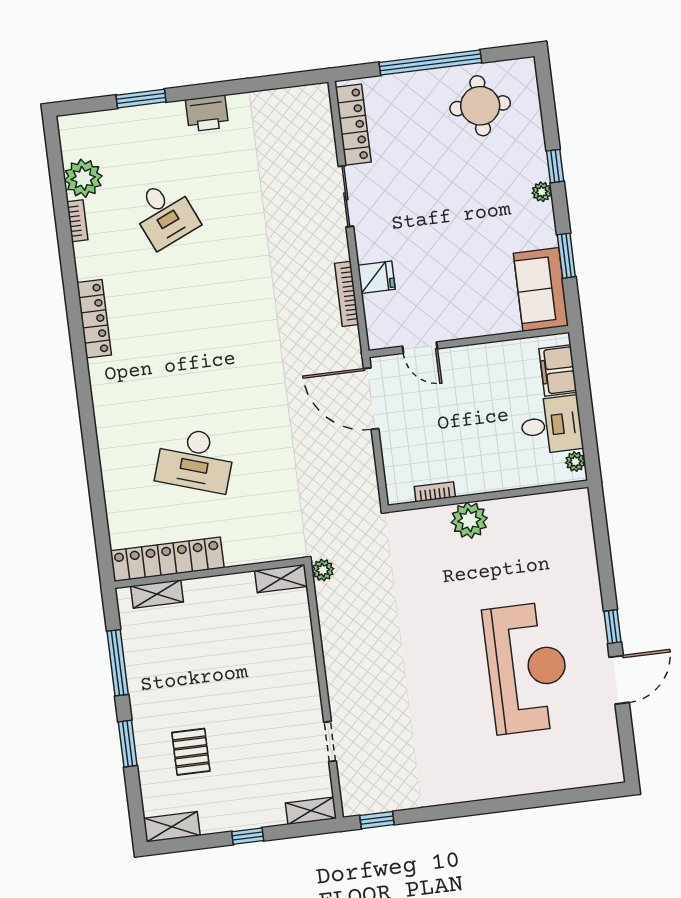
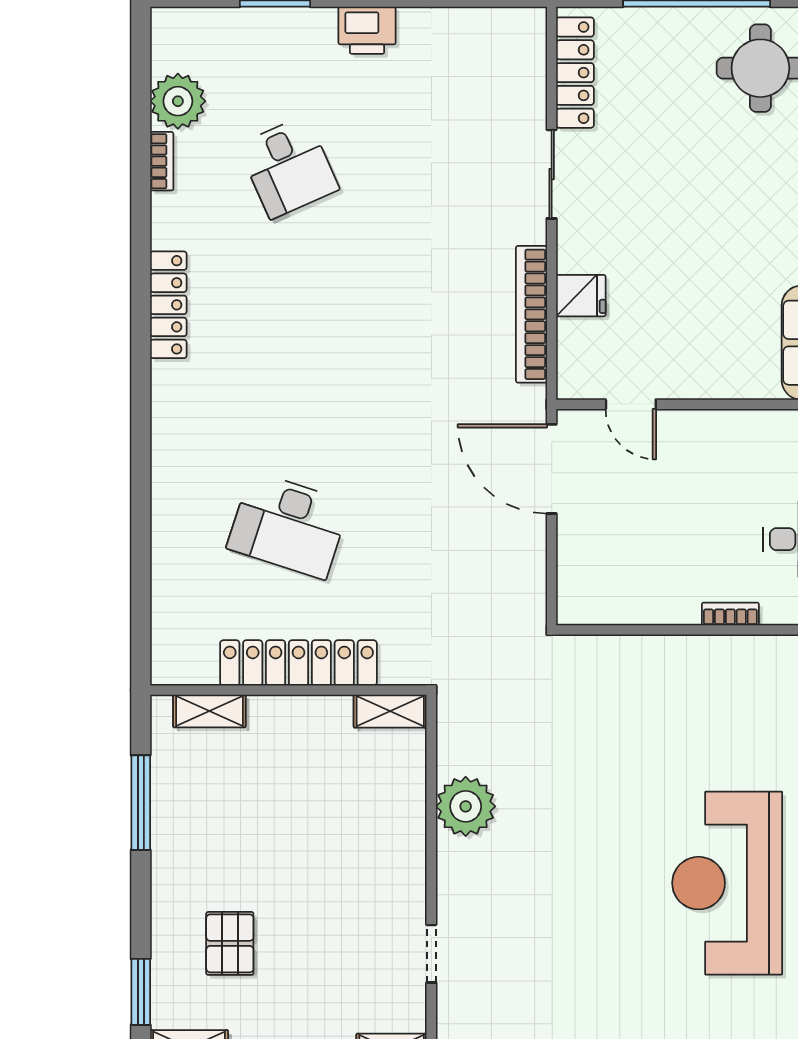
bookcase: (347, 294) -> (532, 314), width x1.48, depth x1.31
bookcase: (435, 492) -> (730, 614), moved
plant: (469, 520) -> (671, 661), removed
locker: (167, 559) -> (298, 663), moved
plant: (323, 570) -> (466, 806), moved, width x1.87, depth x1.87
reception desk: (527, 668) -> (727, 883), turned 180
window: (128, 744) -> (141, 992), moved

